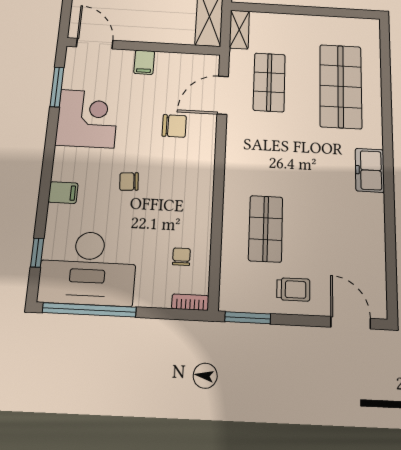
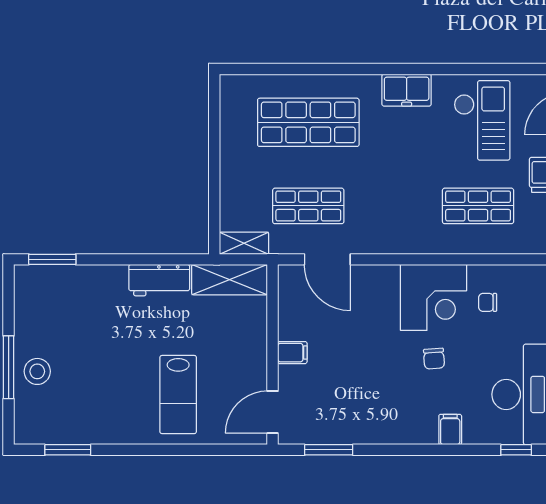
corner desk: (87, 119) -> (434, 297), moved, turned 180
chair: (174, 126) -> (367, 313), removed
checkout: (344, 236) -> (482, 120), added
chair: (181, 257) -> (488, 302), moved

